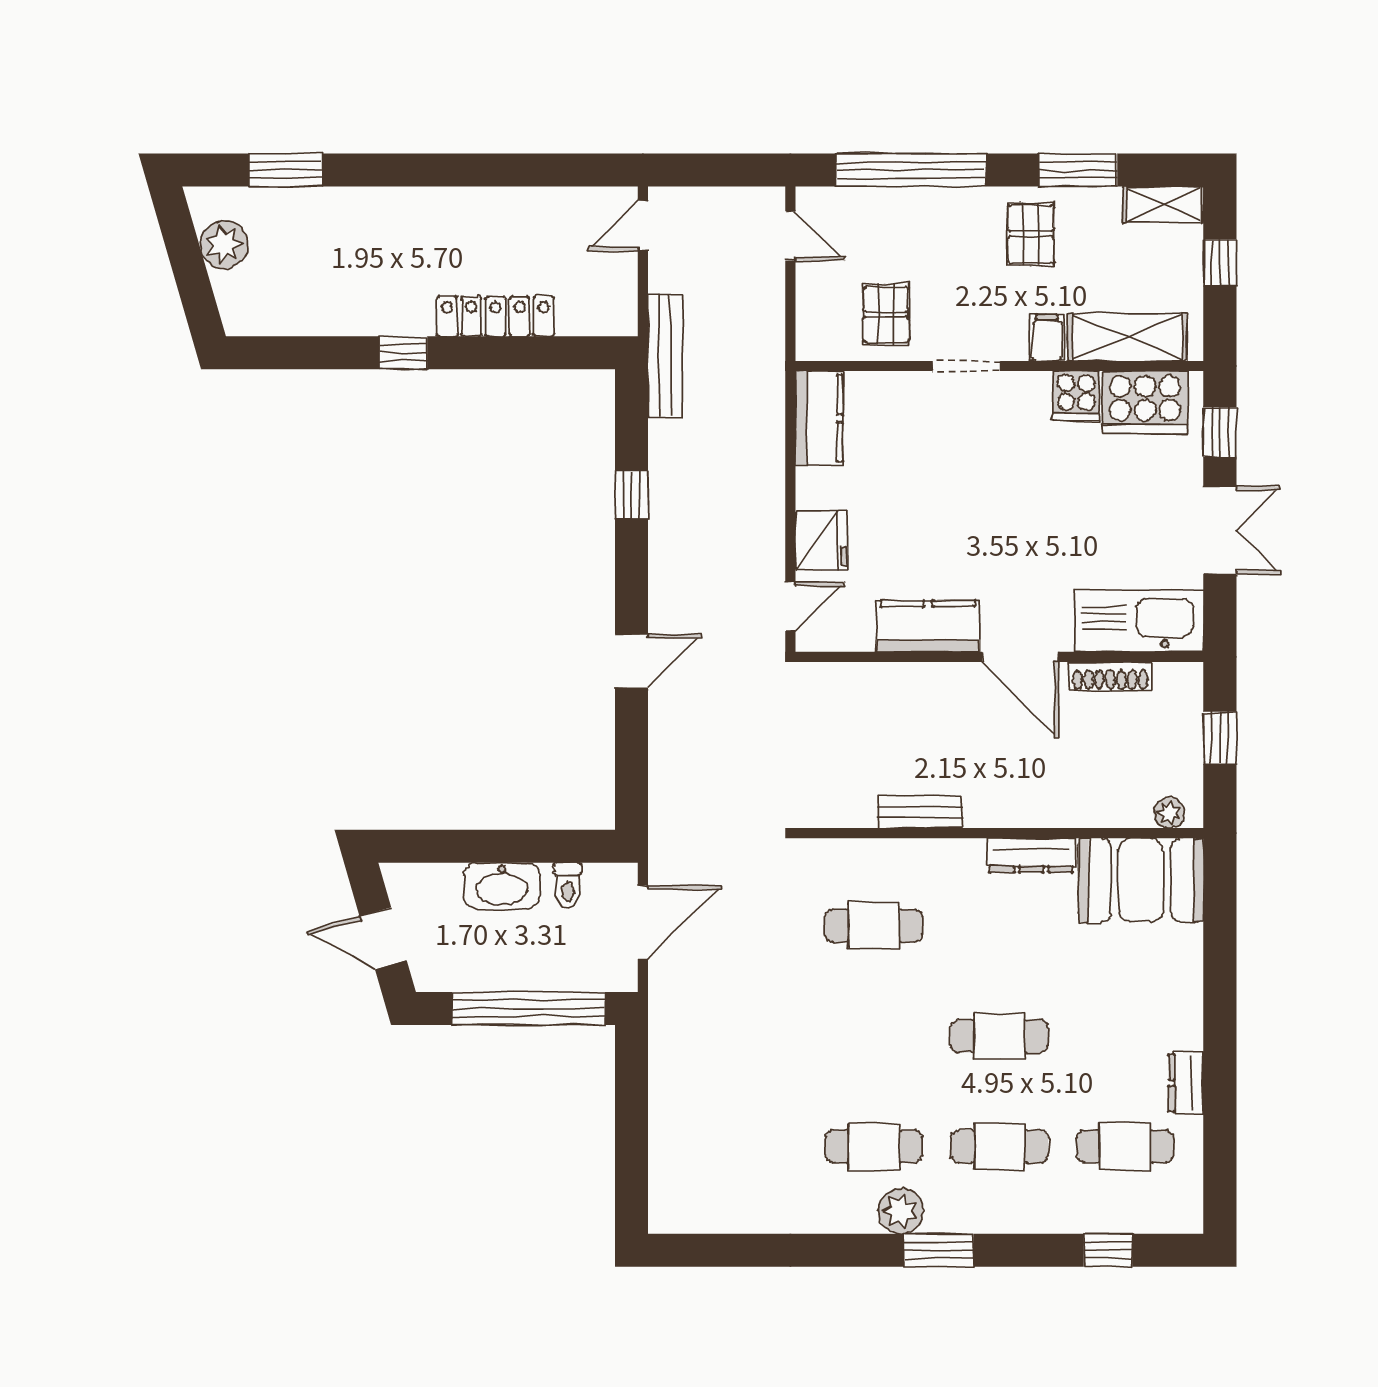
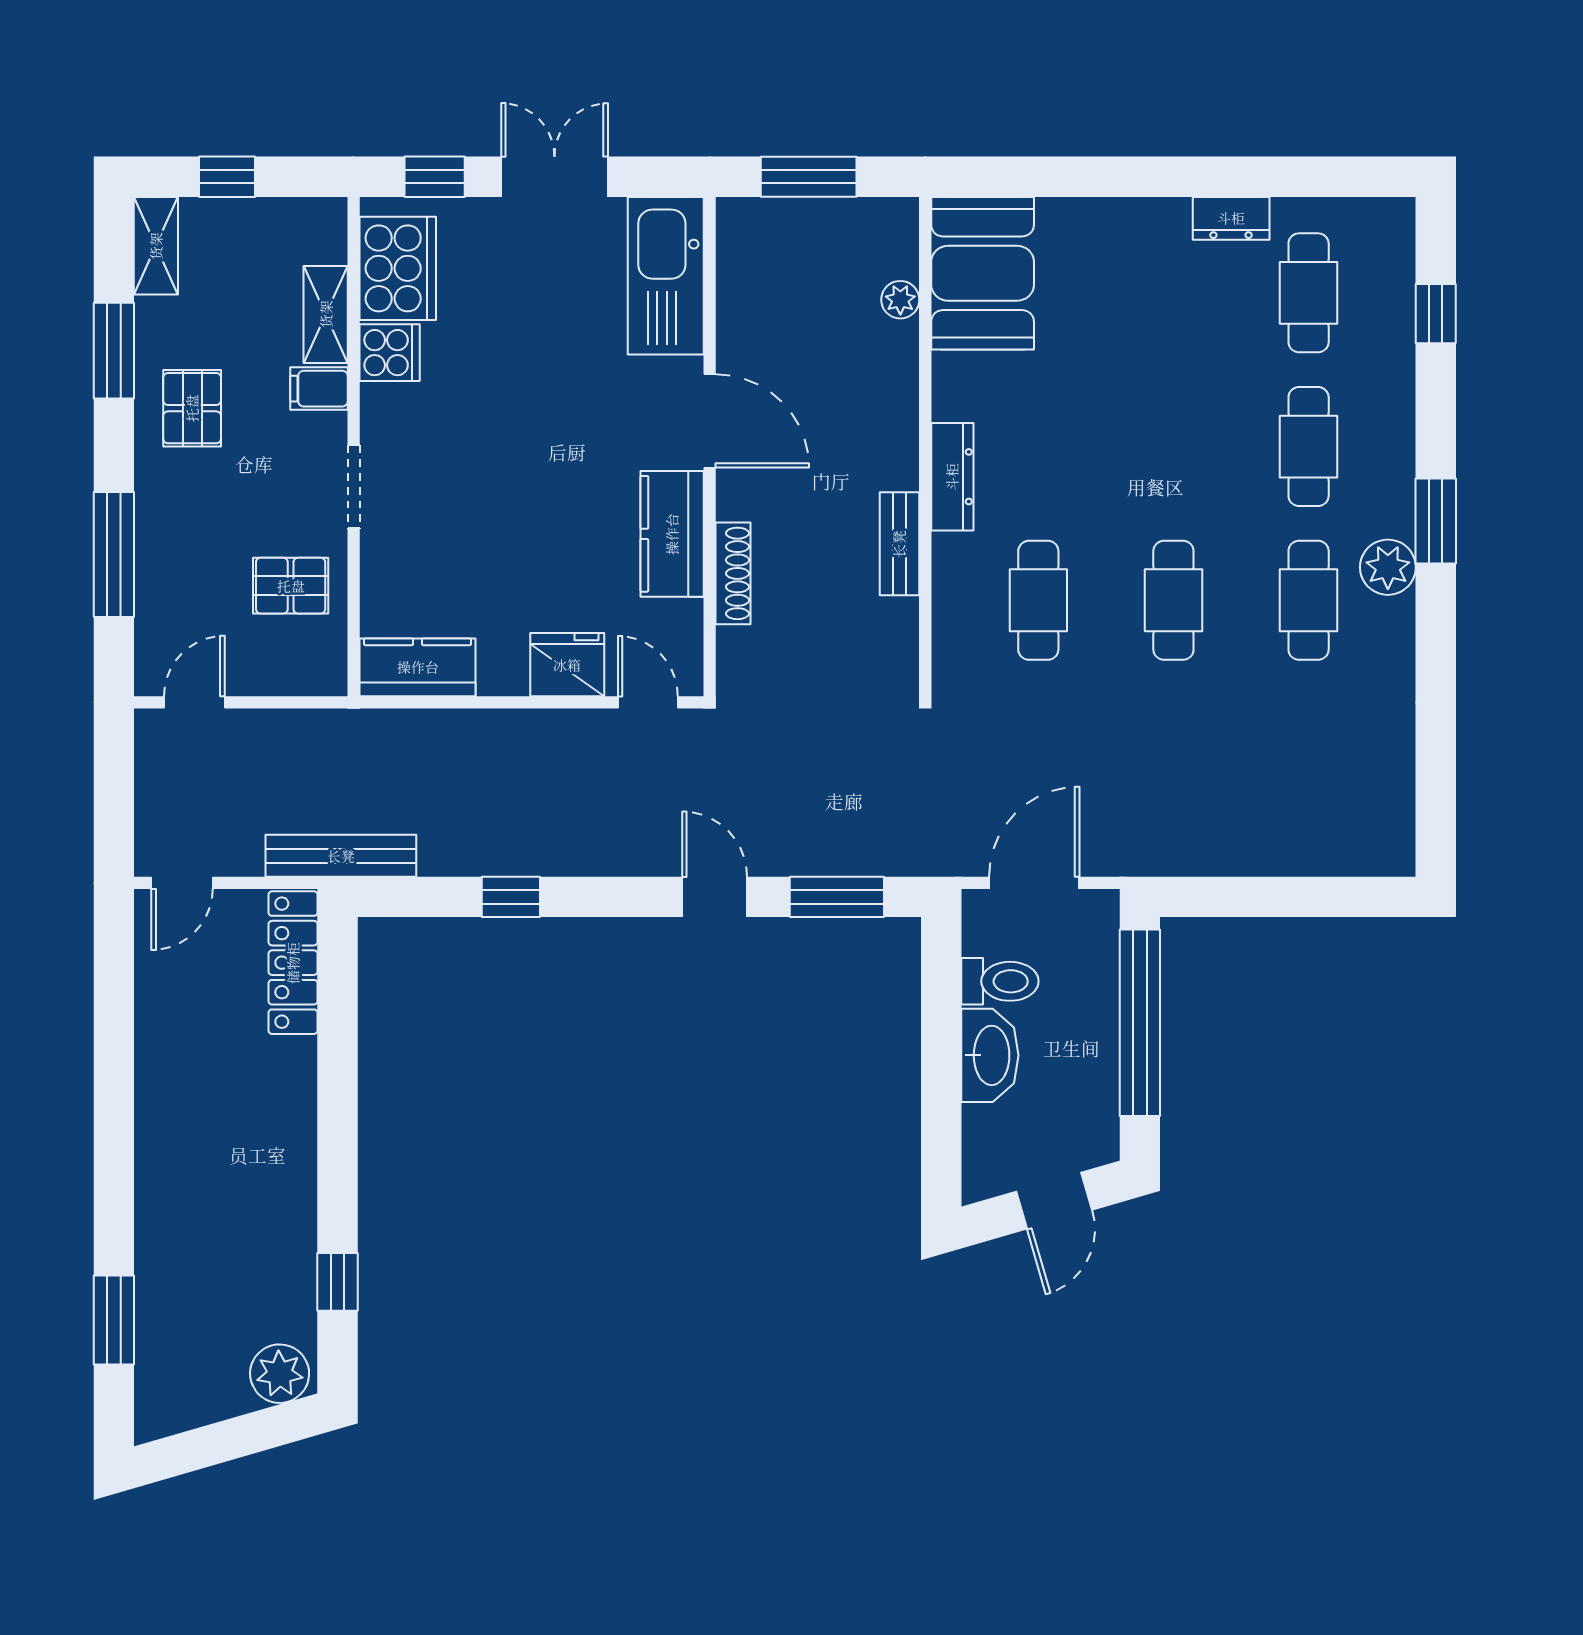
window: (911, 170) -> (114, 555), width x0.68
door: (643, 226) -> (182, 883), hinge flipped
pallet: (1031, 234) -> (192, 408), turned 90
plant: (224, 245) -> (280, 1374), moved
locker: (495, 316) -> (293, 963), moved
shelving: (1127, 337) -> (326, 314), width x0.67, depth x0.75
window: (404, 353) -> (338, 1282), moved
door: (1020, 657) -> (710, 421), hinge flipped
shoe rack: (1110, 676) -> (733, 573), moved
window: (1220, 738) -> (809, 177), width x1.50
window: (631, 761) -> (837, 897), added
plant: (1169, 813) -> (900, 300), moved
dresser: (1031, 855) -> (952, 477), moved
toilet: (568, 885) -> (1000, 981), width x1.37, depth x1.39
door: (643, 922) -> (1034, 883), hinge flipped
cafe table: (999, 1036) -> (1173, 600), moved

